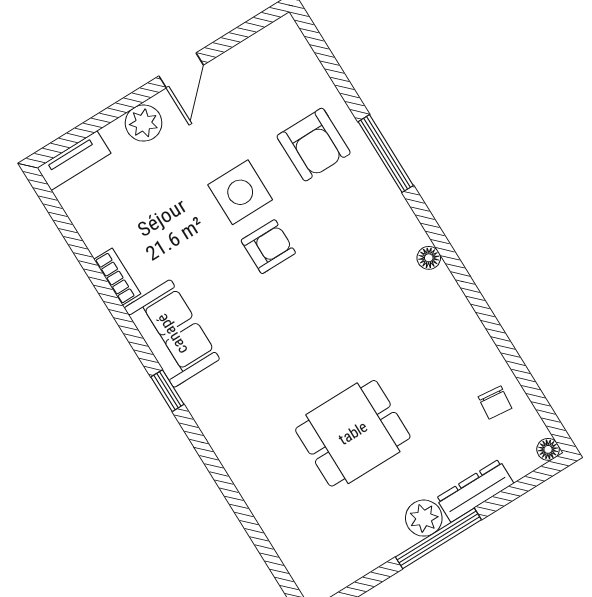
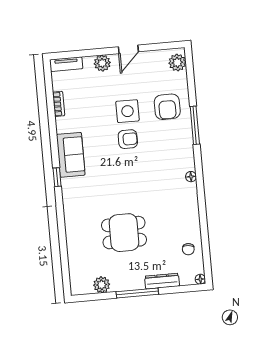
plant: (290, 48) -> (177, 63), added
bookcase: (117, 277) -> (59, 104), moved
plant: (424, 518) -> (102, 285), moved

